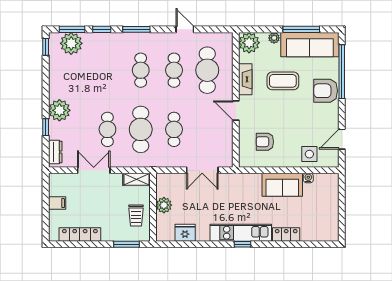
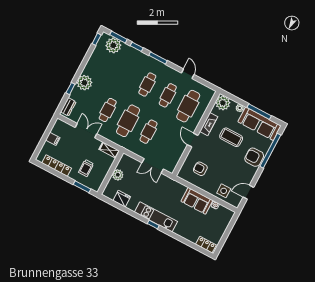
trolley: (136, 216) -> (86, 168), moved
locker: (286, 235) -> (206, 245), moved

